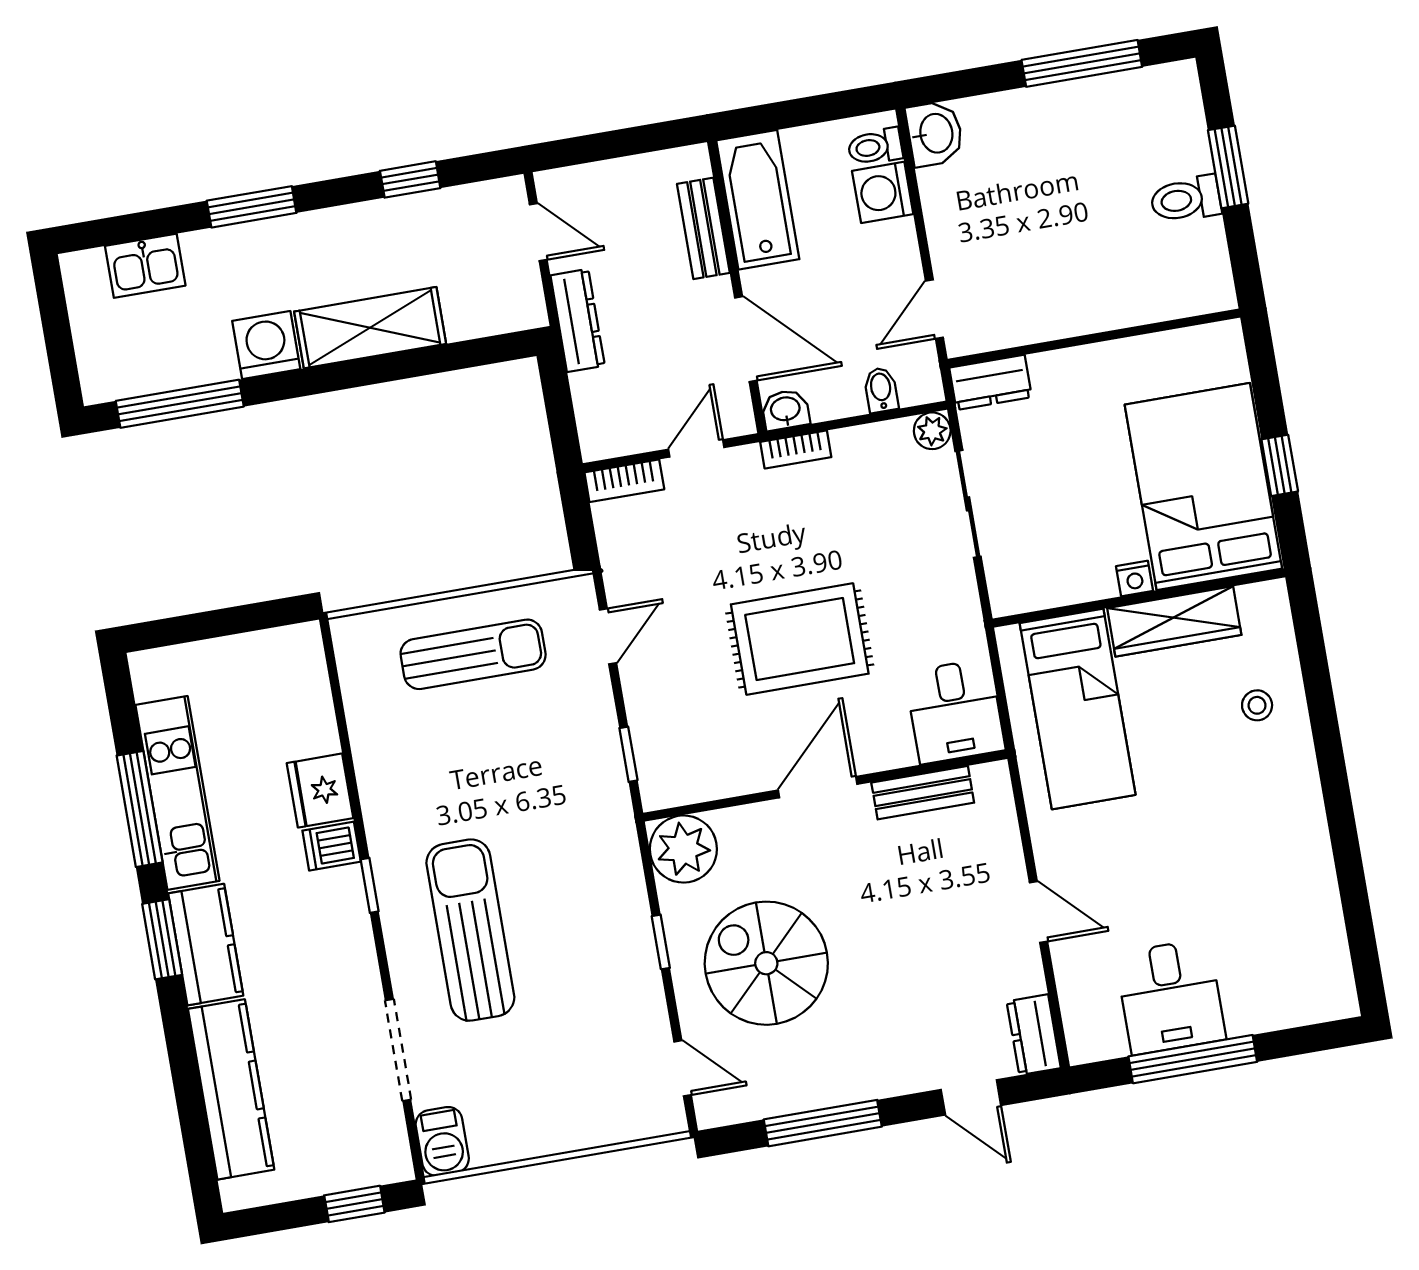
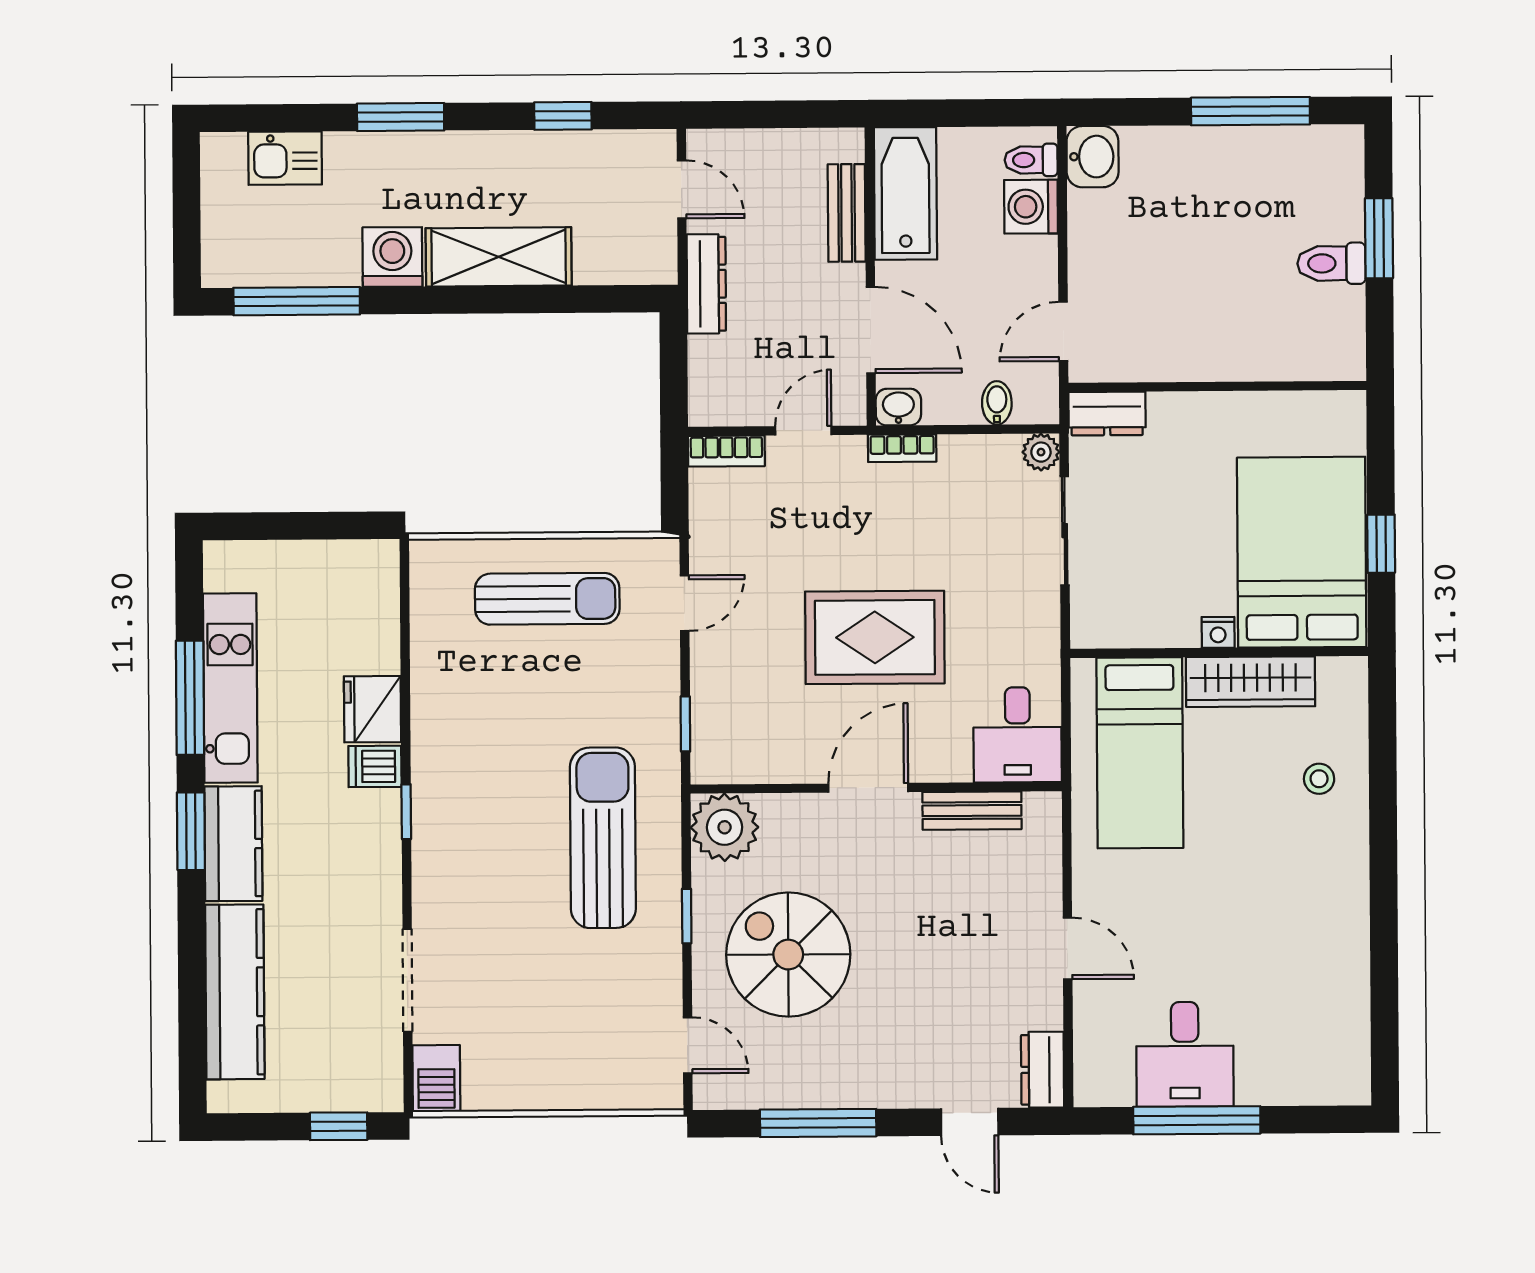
sun lounger: (470, 930) -> (603, 838), moved

